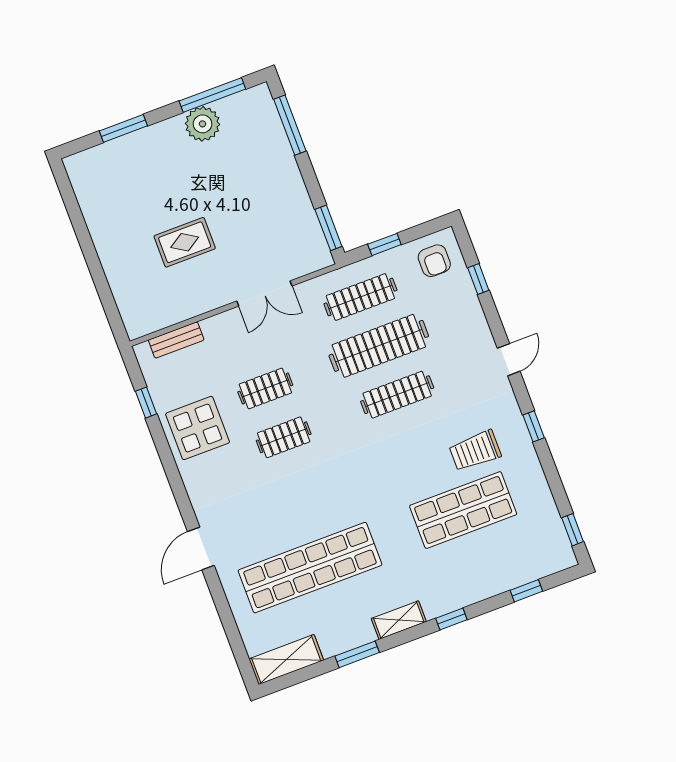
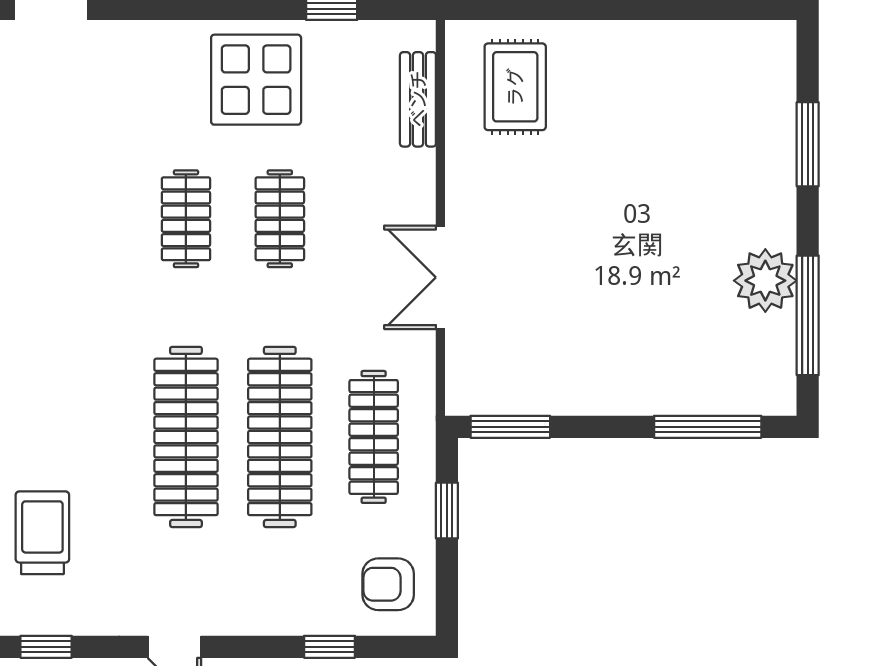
rug: (185, 242) -> (515, 87), moved
clothes rail: (397, 395) -> (186, 437), width x1.37, depth x1.31

